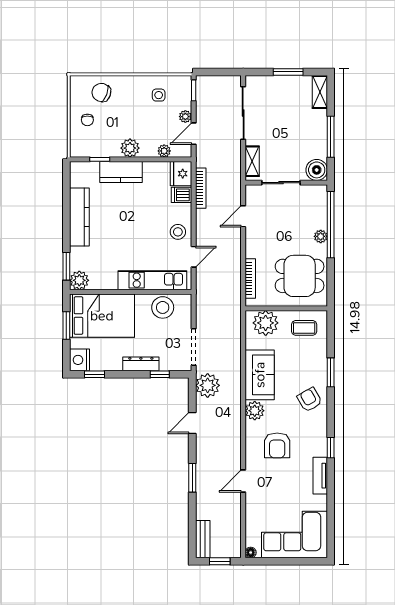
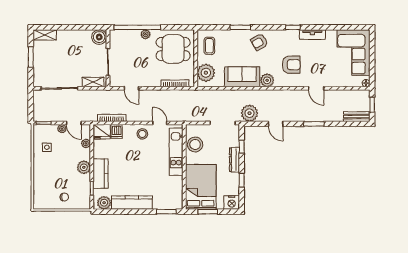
chair: (101, 92) -> (45, 187), removed
window: (331, 137) -> (76, 27), removed
dining table: (300, 276) -> (173, 49), turned 90
plant: (79, 280) -> (104, 203), moved
window: (94, 374) -> (242, 180), moved

